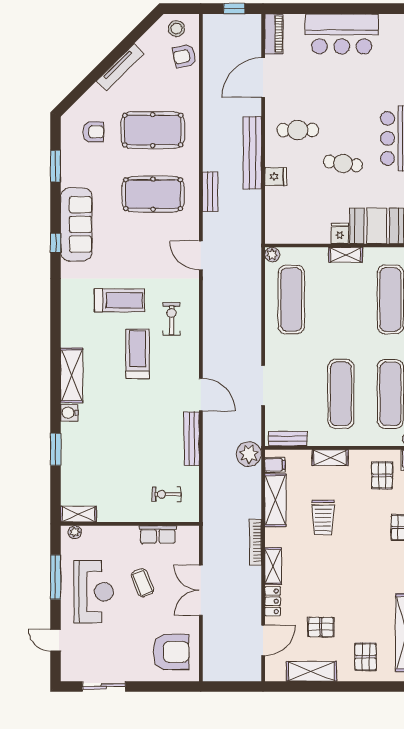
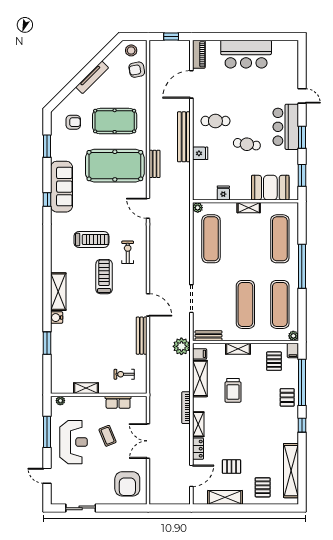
pool table: (153, 194) -> (115, 166), width x1.36, depth x1.32
fridge: (340, 234) -> (223, 193), moved
shelving: (78, 514) -> (86, 388), moved
armchair: (171, 652) -> (127, 484), turned 90

